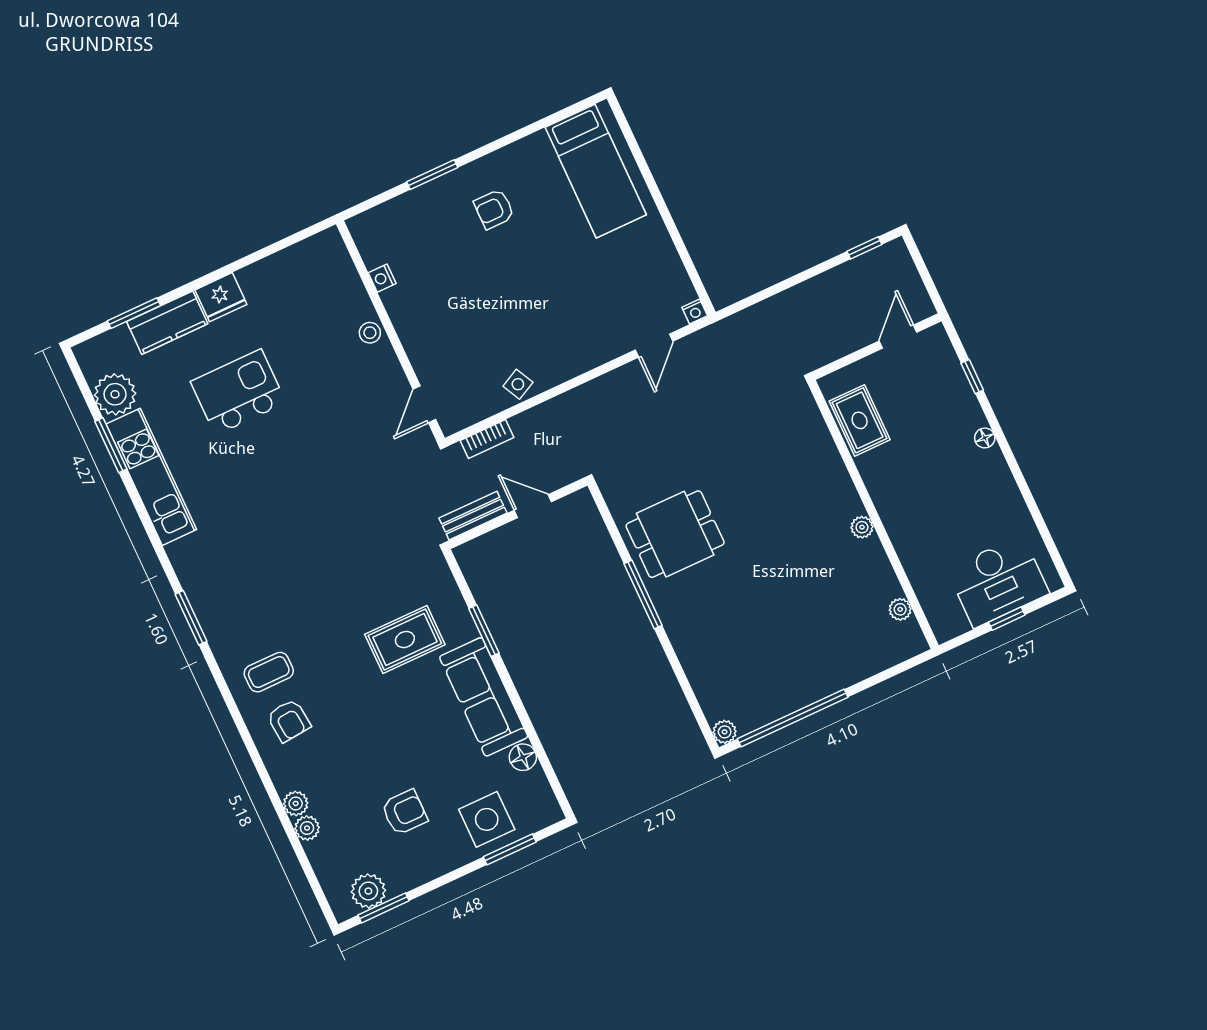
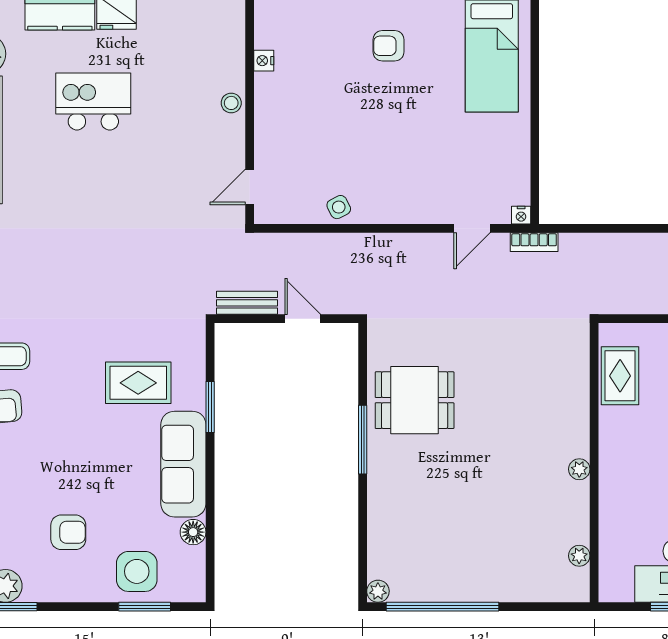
bookcase: (487, 439) -> (534, 242), moved

